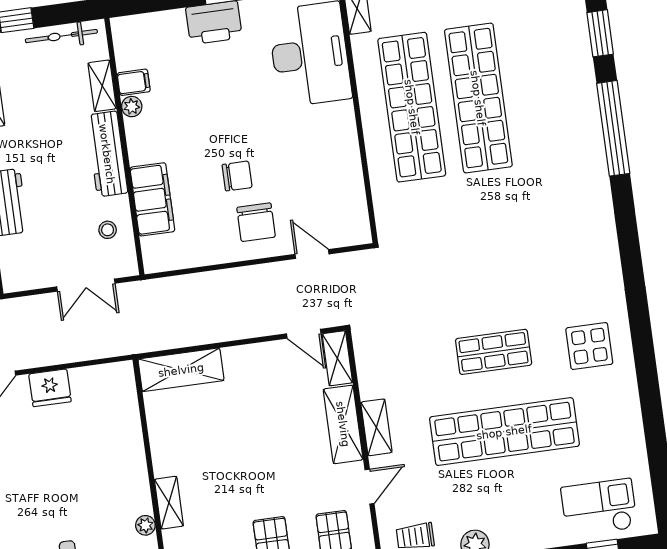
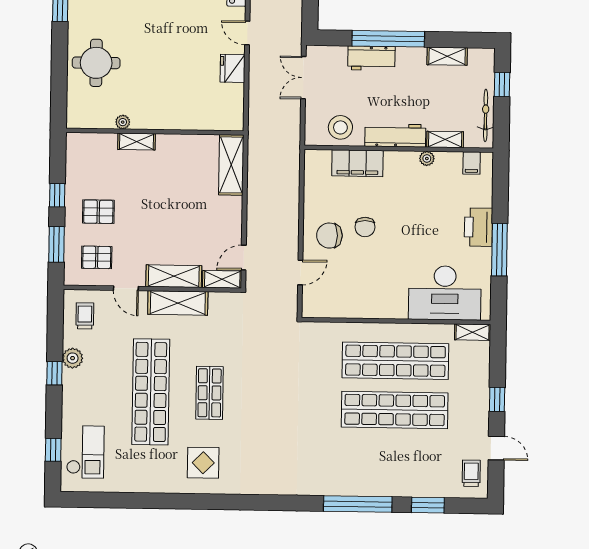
filing cabinet: (134, 82) -> (472, 163), moved
stool: (108, 230) -> (340, 127), width x1.89, depth x1.89
double door: (86, 285) -> (303, 78), moved
shelving: (376, 427) -> (178, 303), width x1.50, depth x1.33

